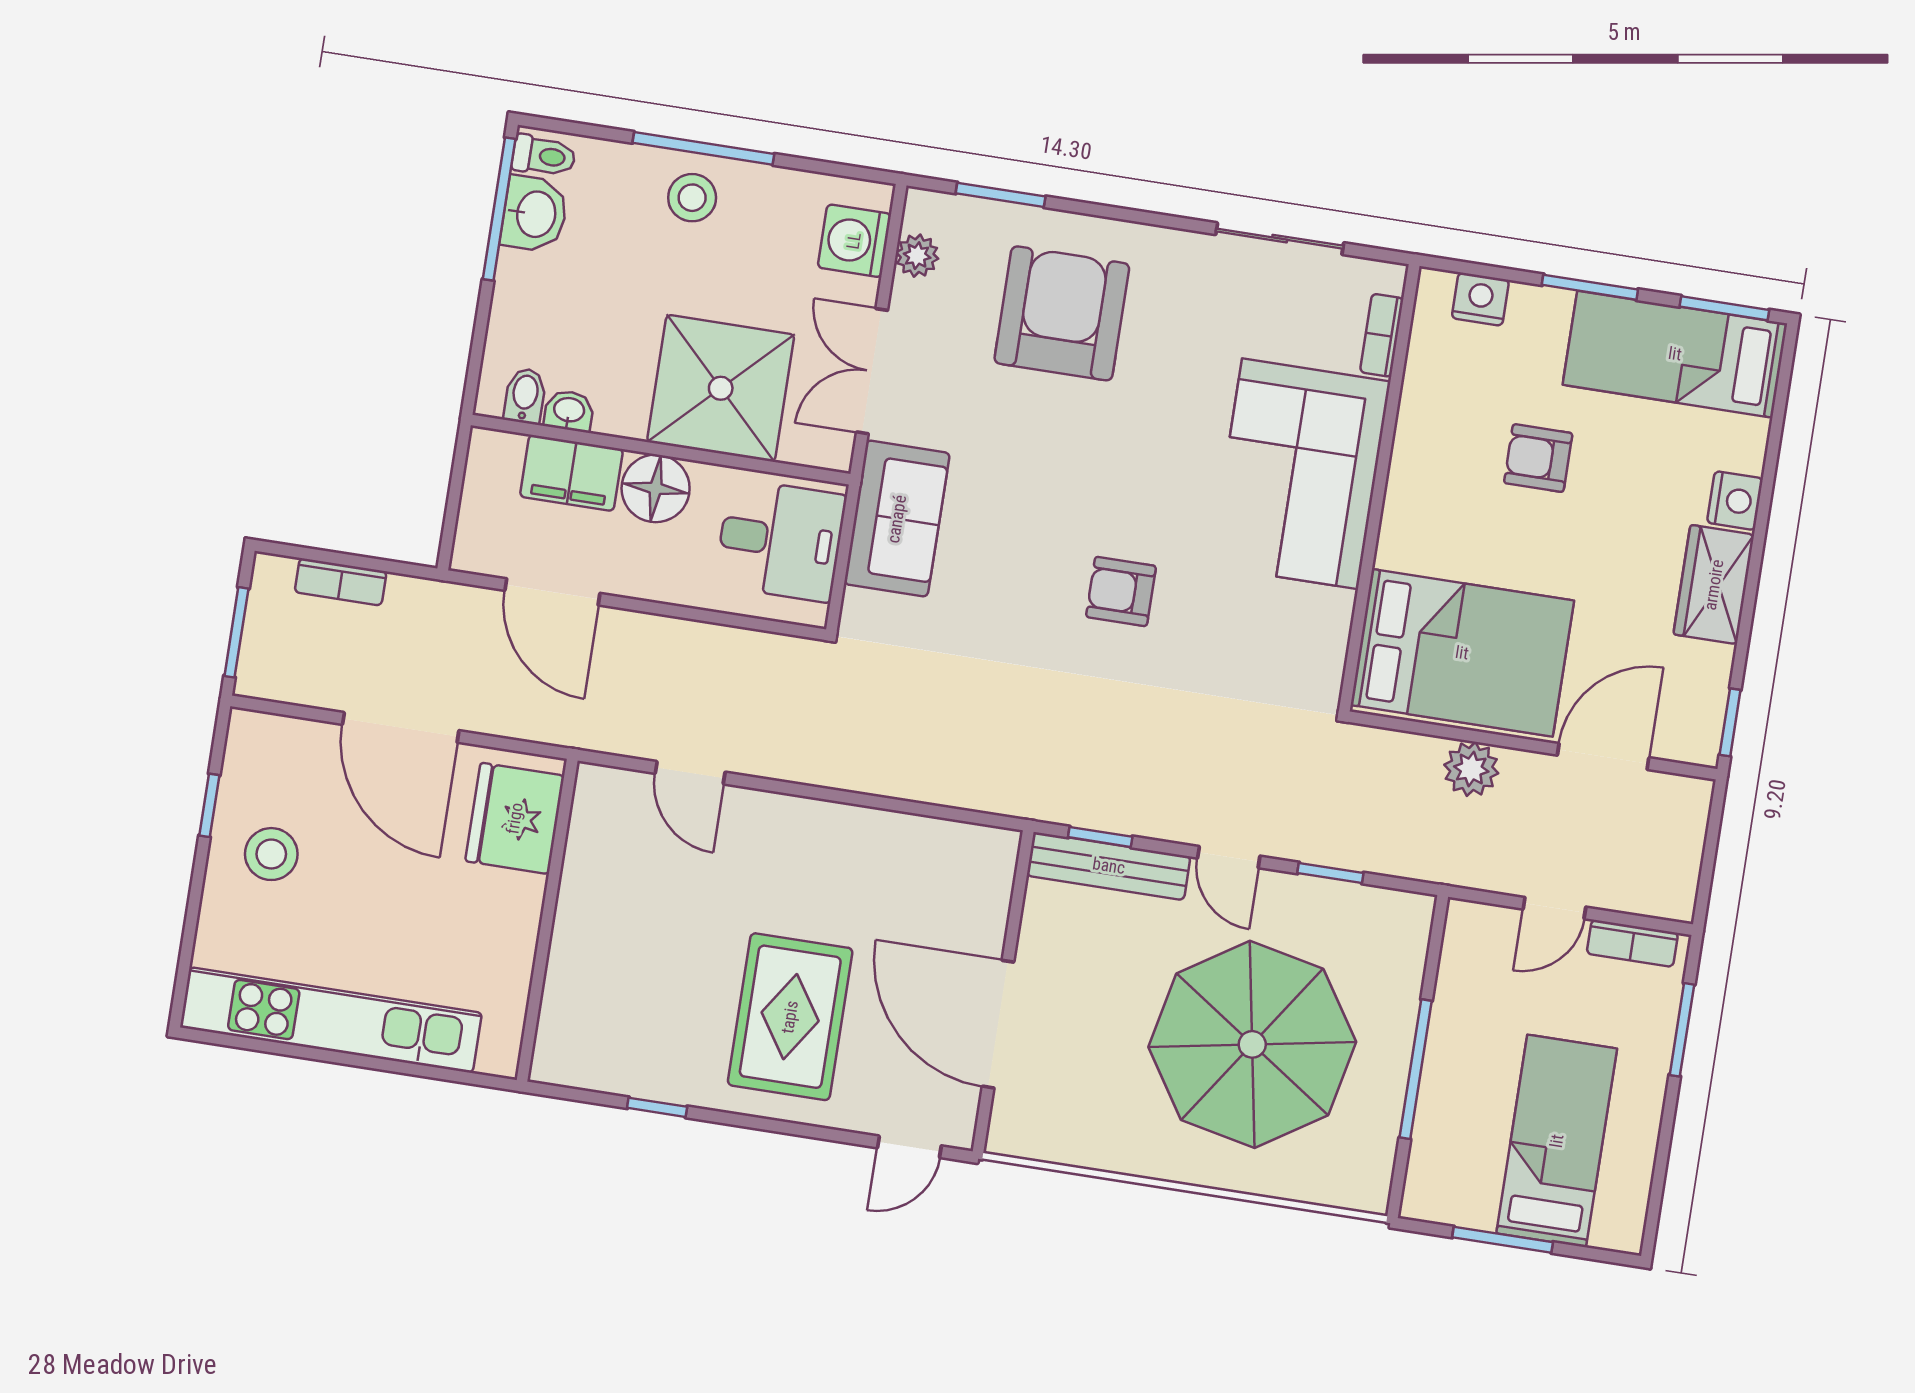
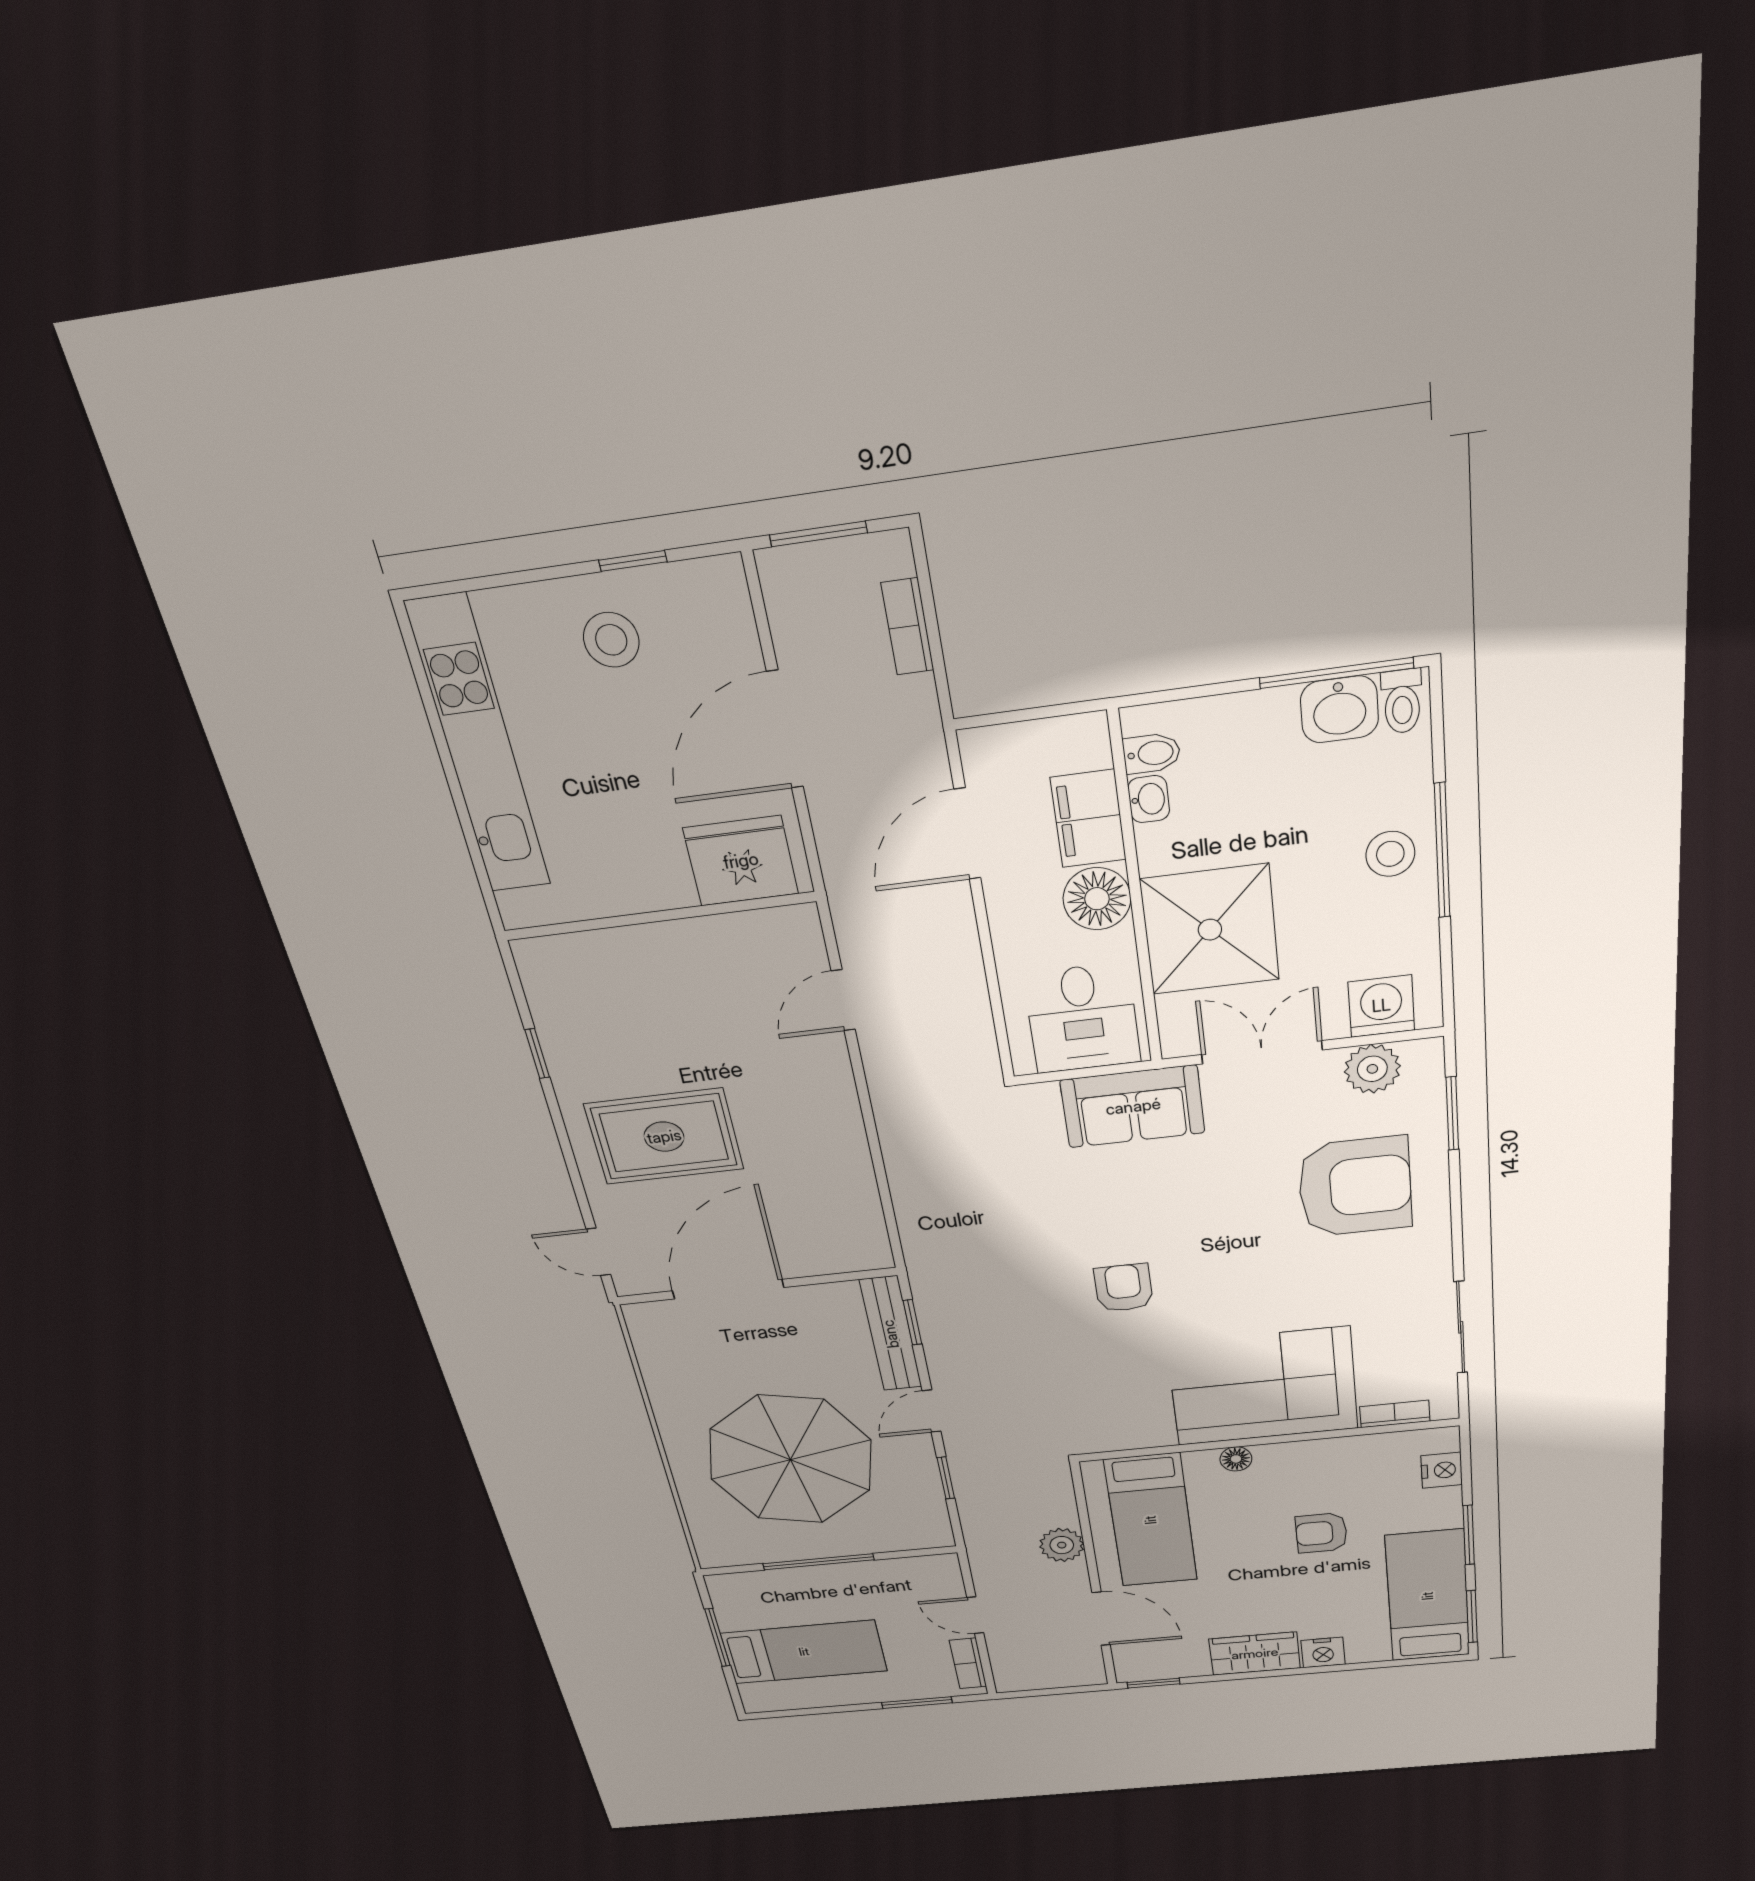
plant: (917, 256) -> (1372, 1069), width x1.38, depth x1.38
armchair: (1538, 458) -> (1321, 1533), turned -90
floor lamp: (1397, 530) -> (1236, 1459), added
bed: (1462, 653) -> (1151, 1520), width x0.67

